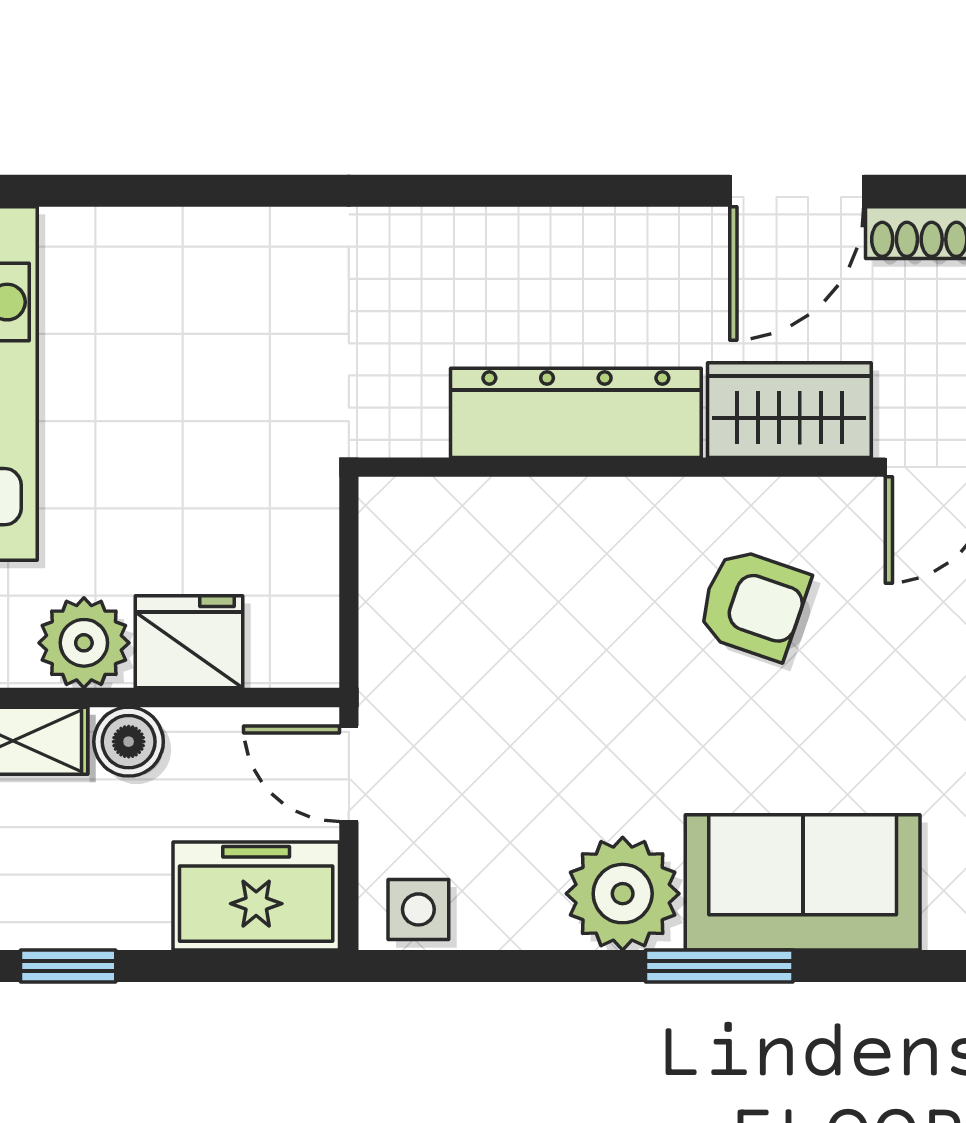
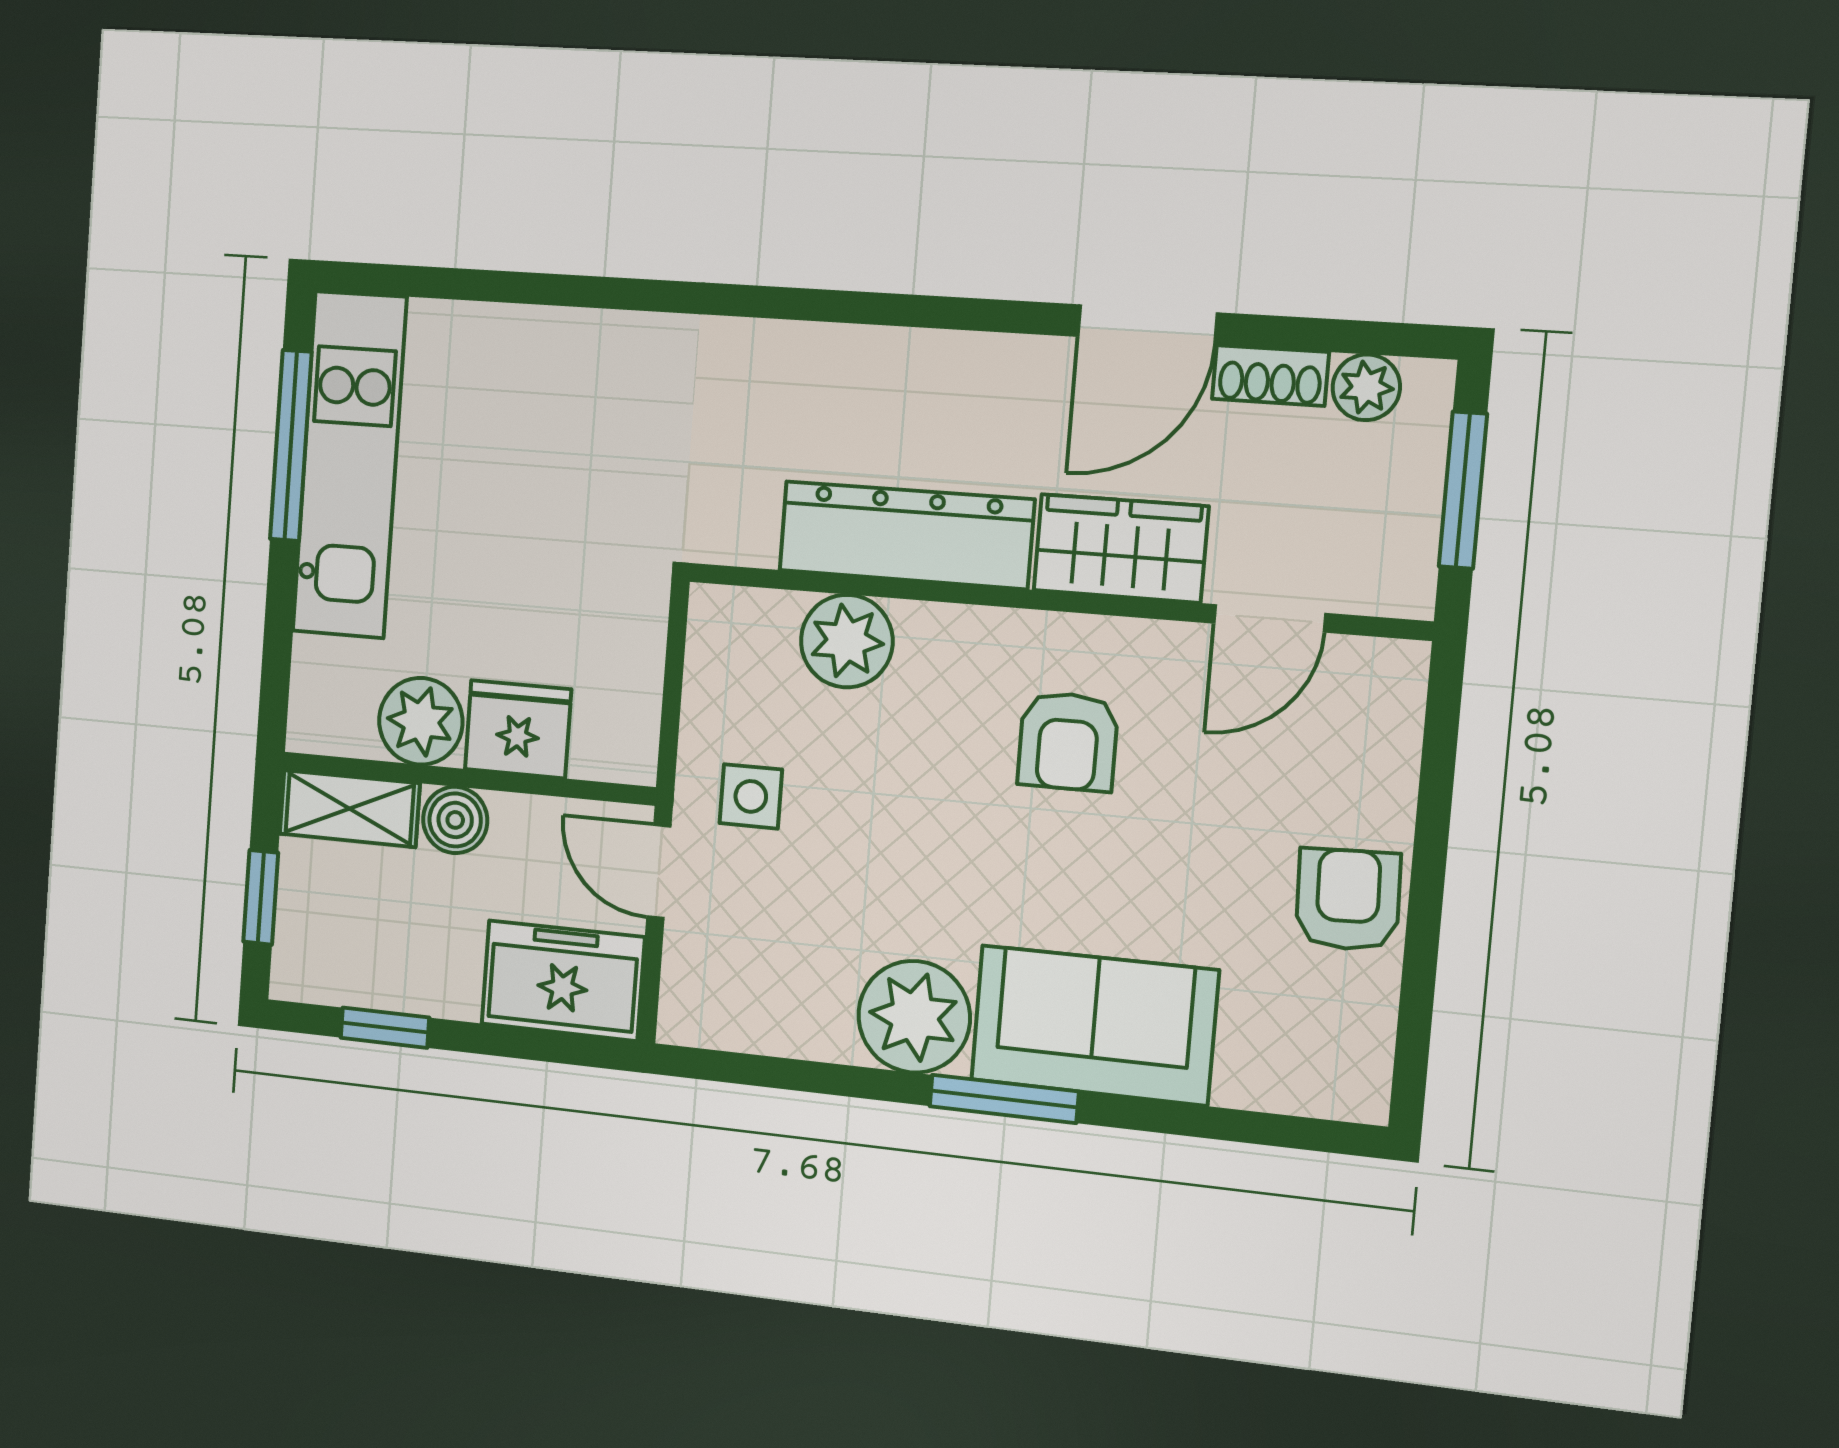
plant: (524, 523) -> (847, 641), added
armchair: (753, 604) -> (1068, 741), turned 71
side table: (418, 909) -> (751, 796), moved

